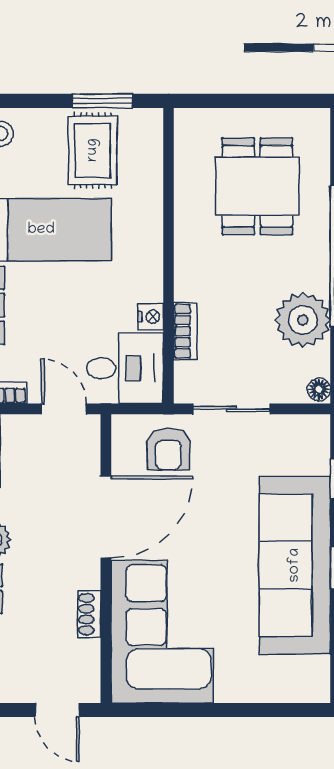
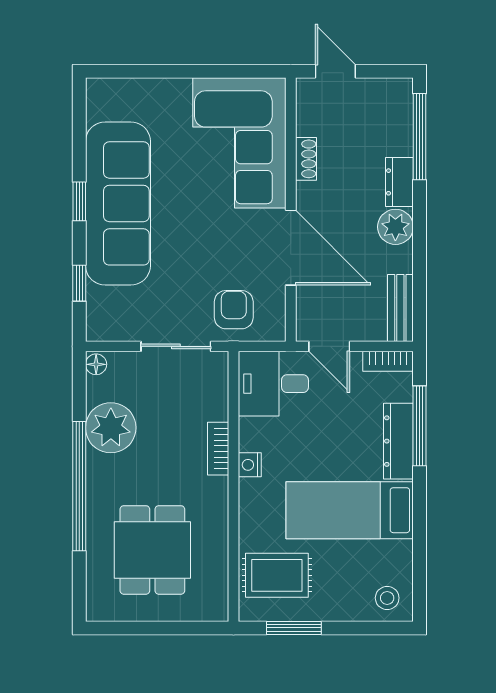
rug: (93, 150) -> (277, 575), moved, turned 90
nightstand: (151, 317) -> (250, 465), moved
bookcase: (185, 331) -> (218, 449), moved
door: (106, 517) -> (291, 248), swing flipped

